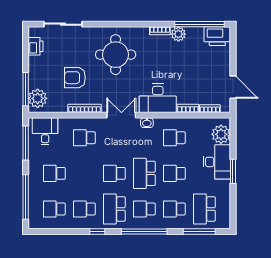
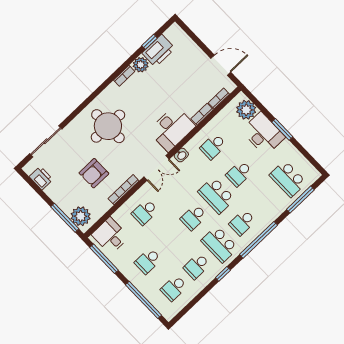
window: (199, 24) -> (150, 42), width x0.32
printer: (217, 36) -> (158, 51), moved
double door: (121, 115) -> (156, 168), swing flipped
school desk: (174, 209) -> (265, 201), removed

